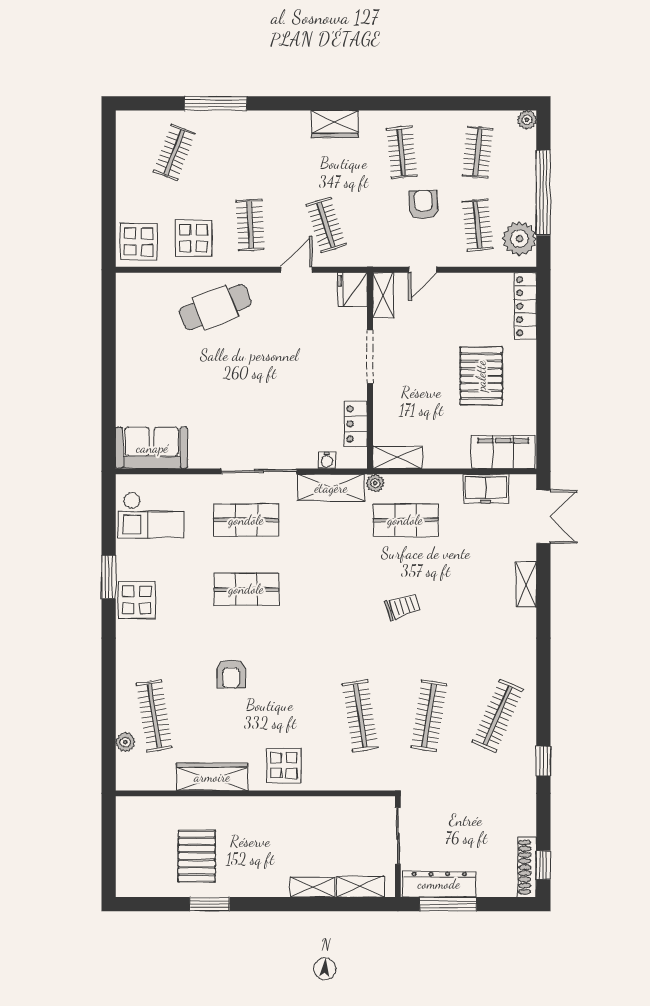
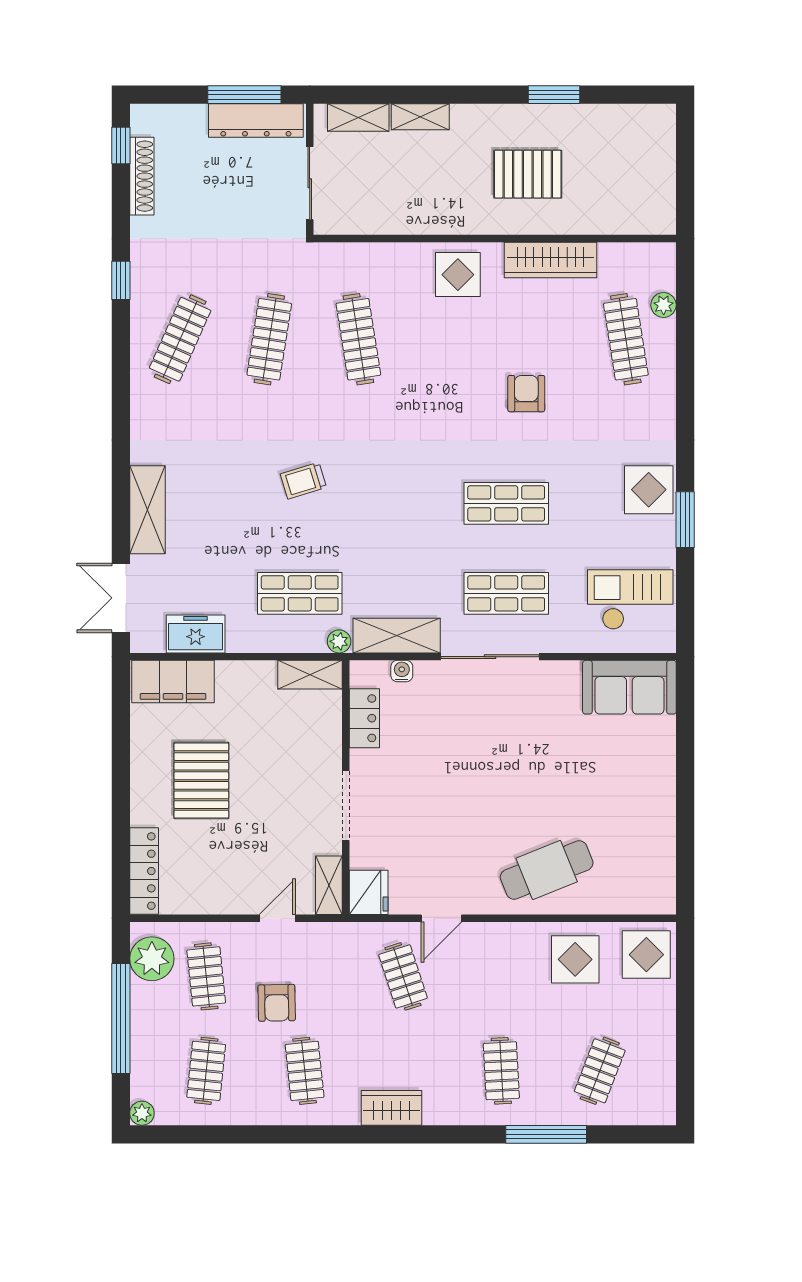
clothes rail: (250, 225) -> (501, 1071), moved
shelving: (526, 584) -> (147, 510), width x1.50, depth x1.33
pallet: (197, 856) -> (528, 174), moved, turned 90
shoe rack: (527, 867) -> (142, 176), moved

